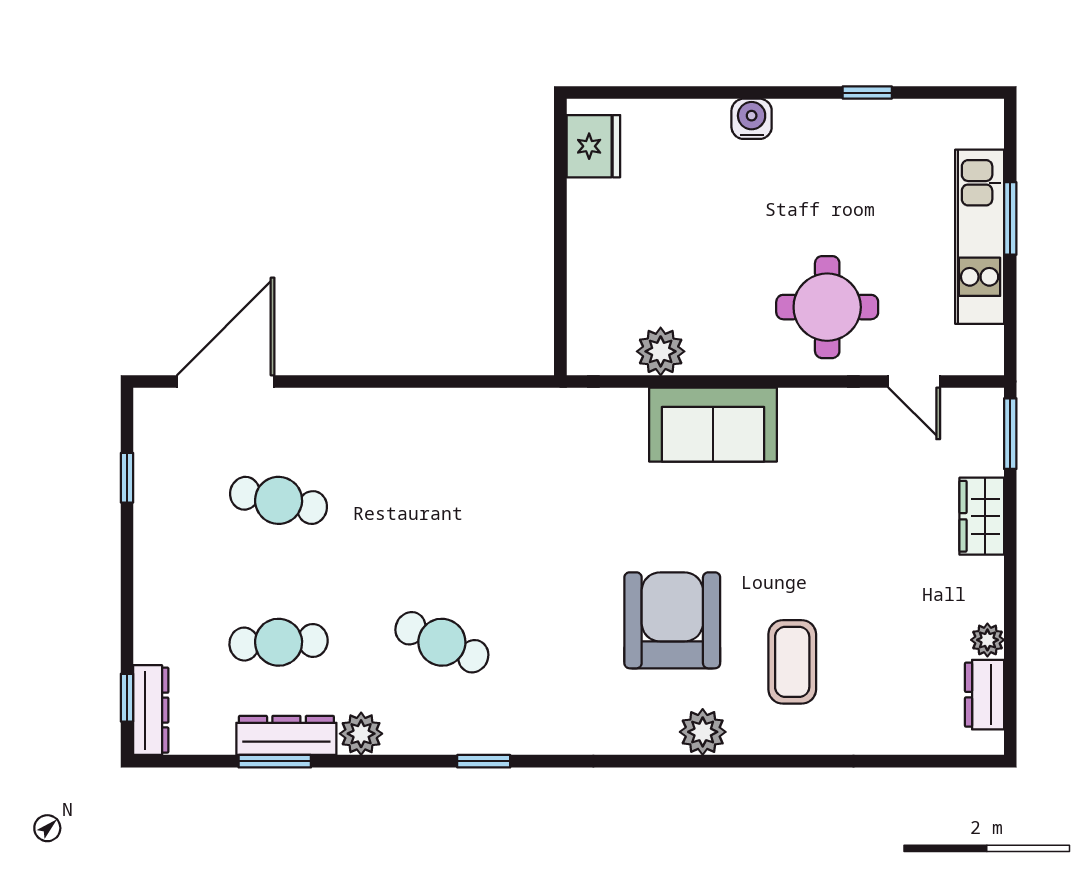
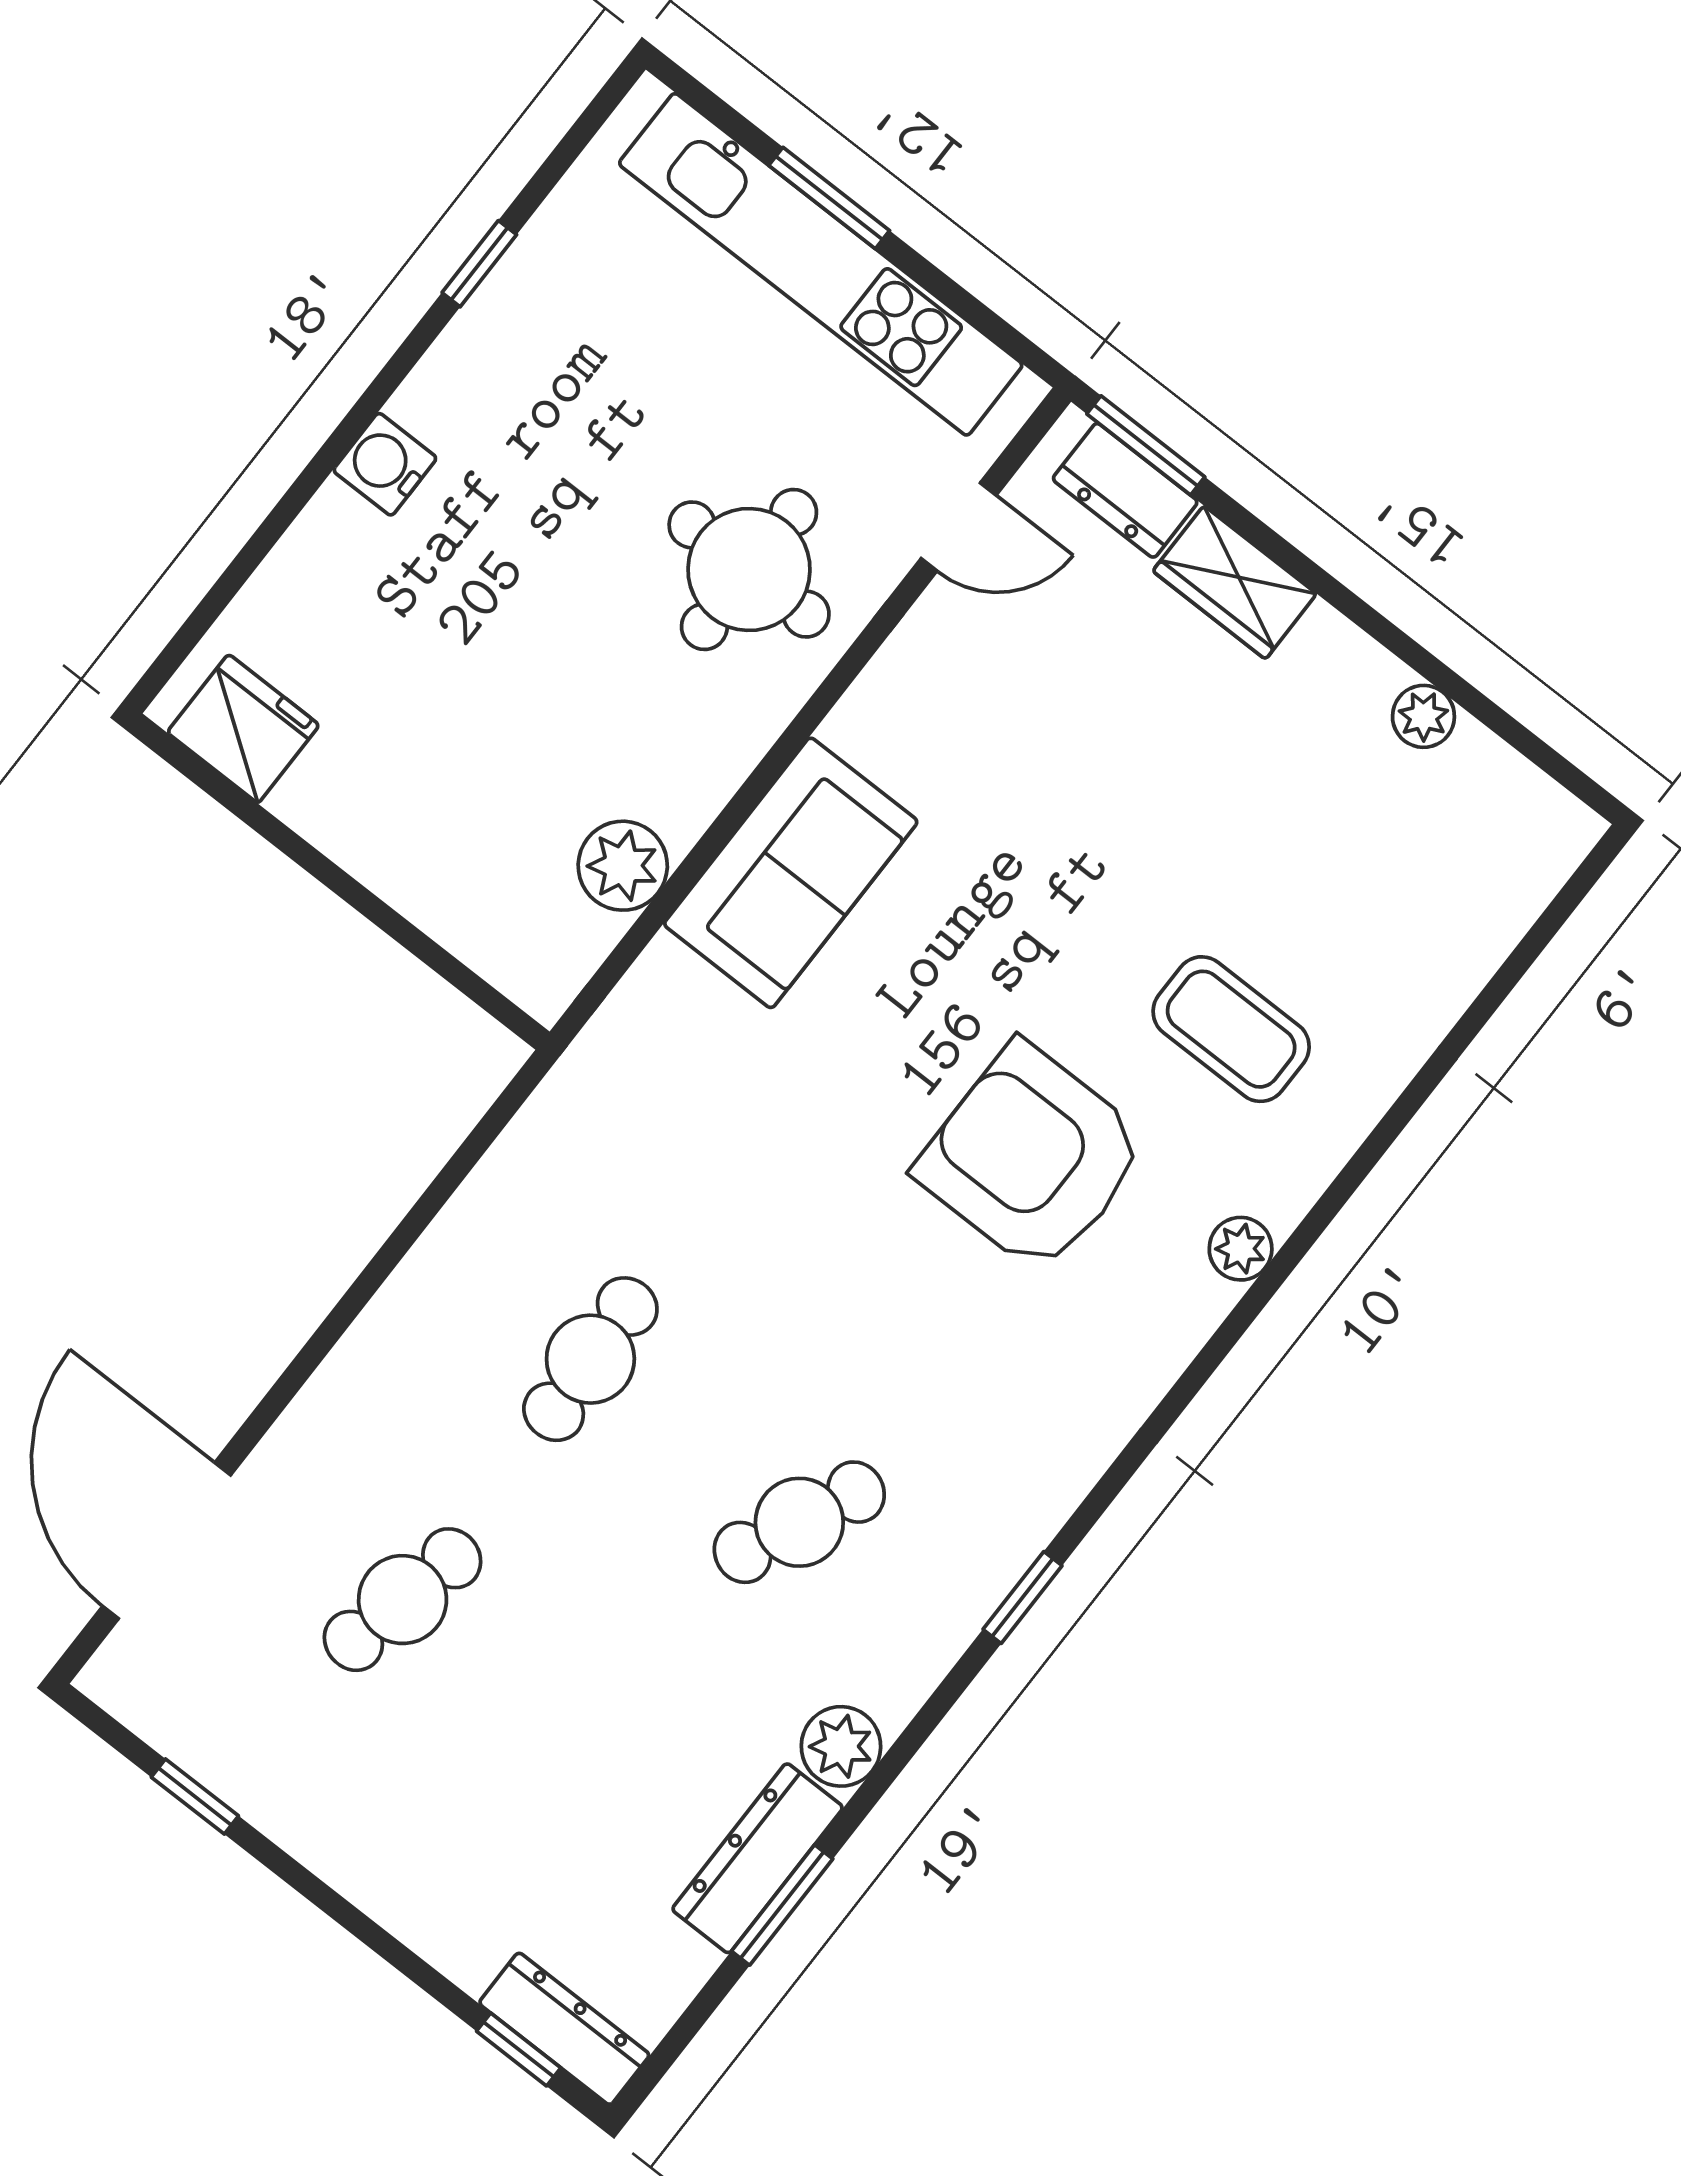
kitchen unit: (980, 237) -> (821, 264), width x1.36
cafe table: (279, 642) -> (590, 1359), moved
dresser: (985, 695) -> (1125, 490), moved
plant: (703, 732) -> (1241, 1249), width x0.73, depth x0.73

